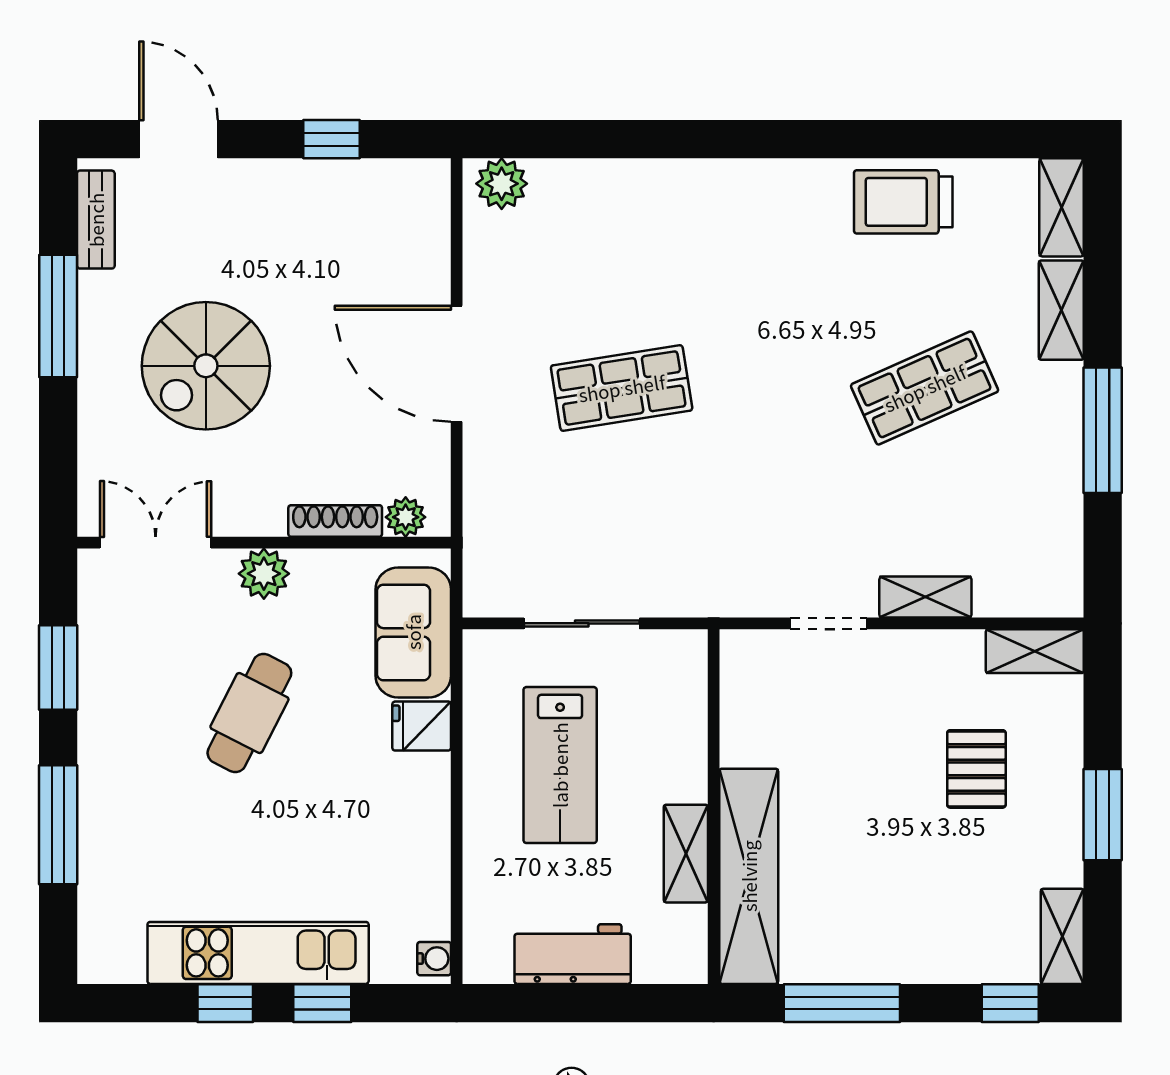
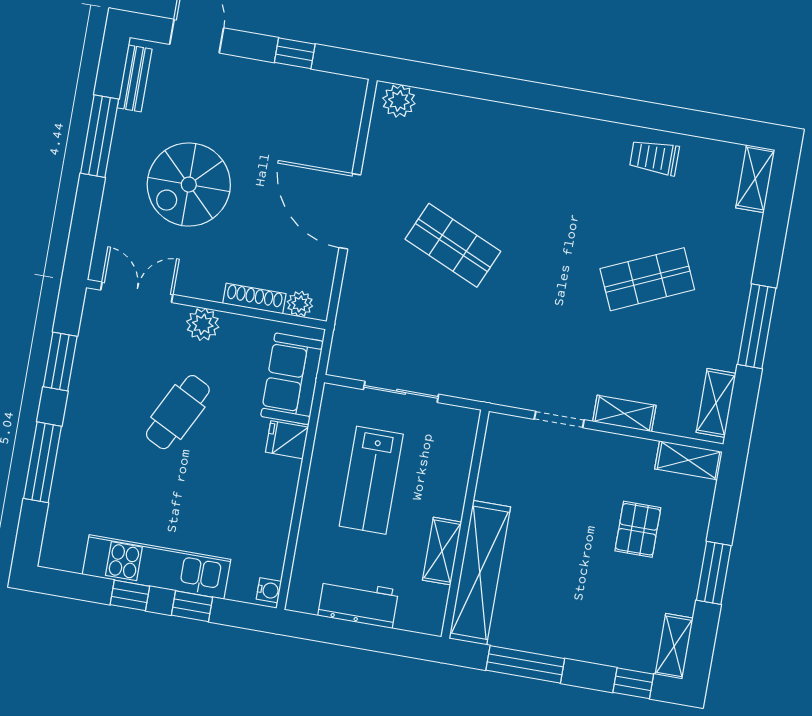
trolley: (903, 202) -> (654, 157), width x0.73, depth x0.72
shelving: (1061, 310) -> (716, 403), moved
shop shelf: (622, 388) -> (453, 245), turned 33

